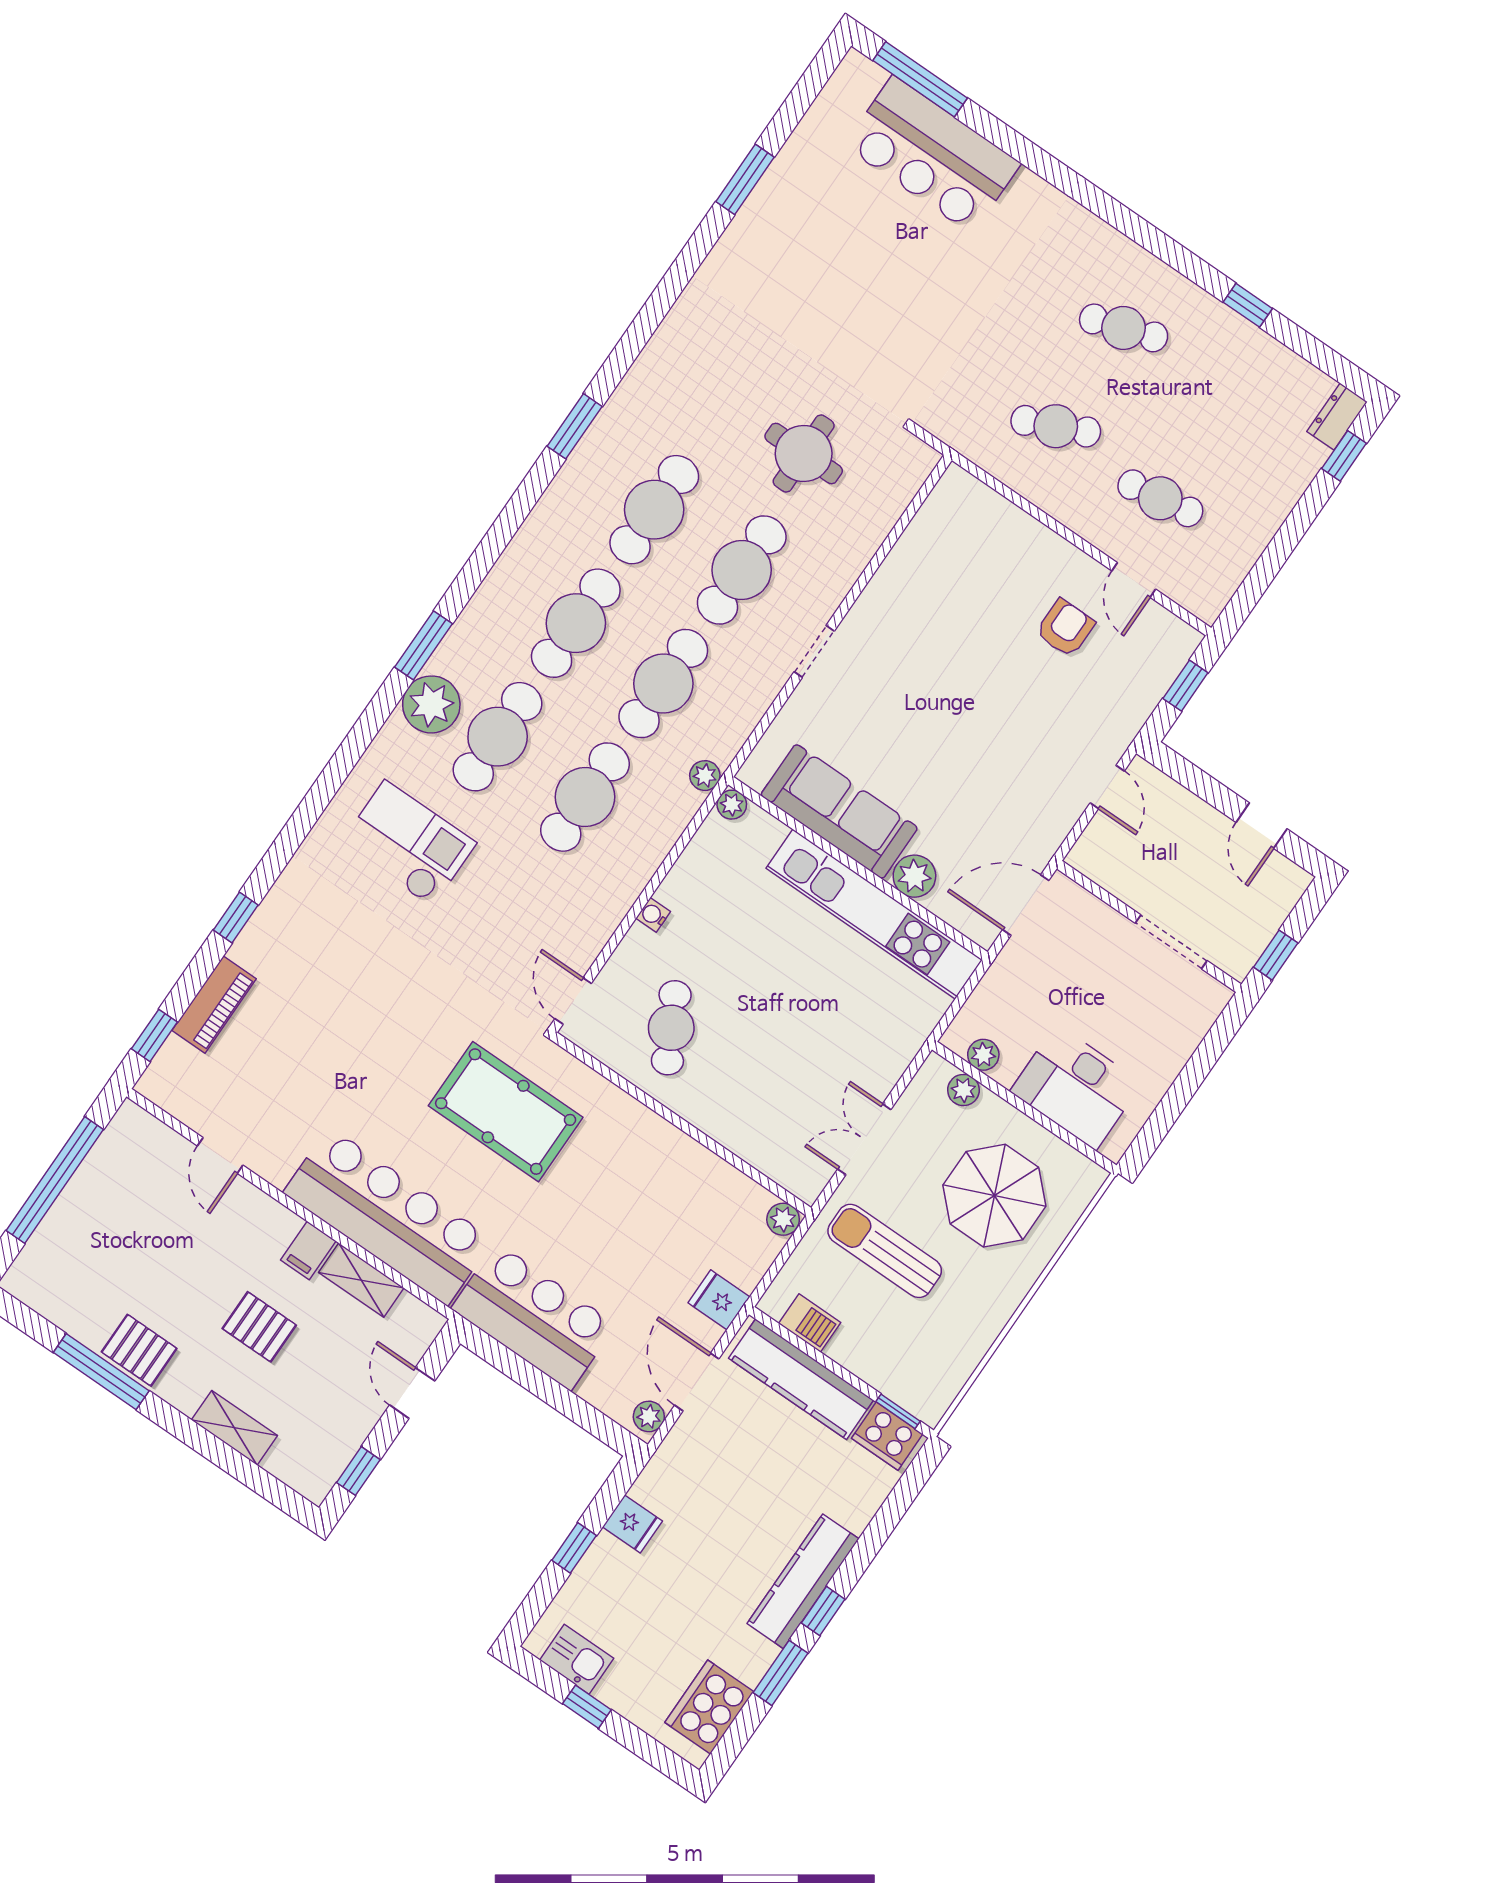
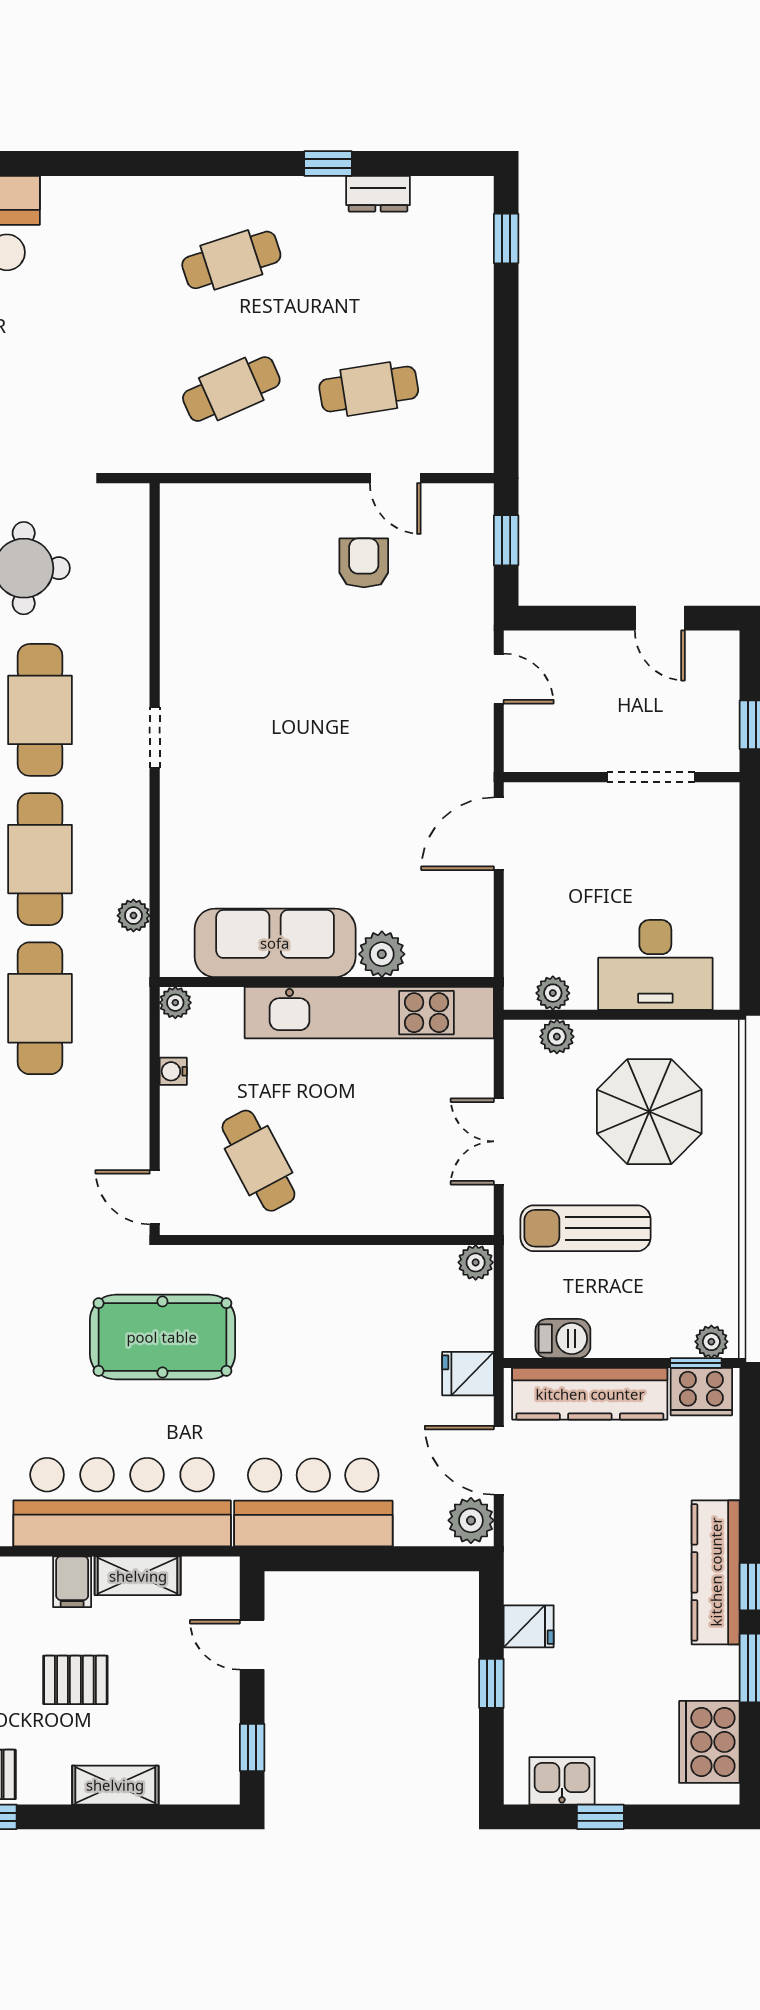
dresser: (1337, 417) -> (378, 194), moved, turned -90
plant: (732, 805) -> (175, 1003), moved
sofa: (839, 811) -> (275, 943), moved
wall: (858, 868) -> (327, 982), moved
plant: (914, 876) -> (382, 954), moved
kitchen unit: (874, 914) -> (369, 1013), moved
plant: (921, 1403) -> (711, 1342), added
plant: (649, 1416) -> (471, 1520), width x1.38, depth x1.38

